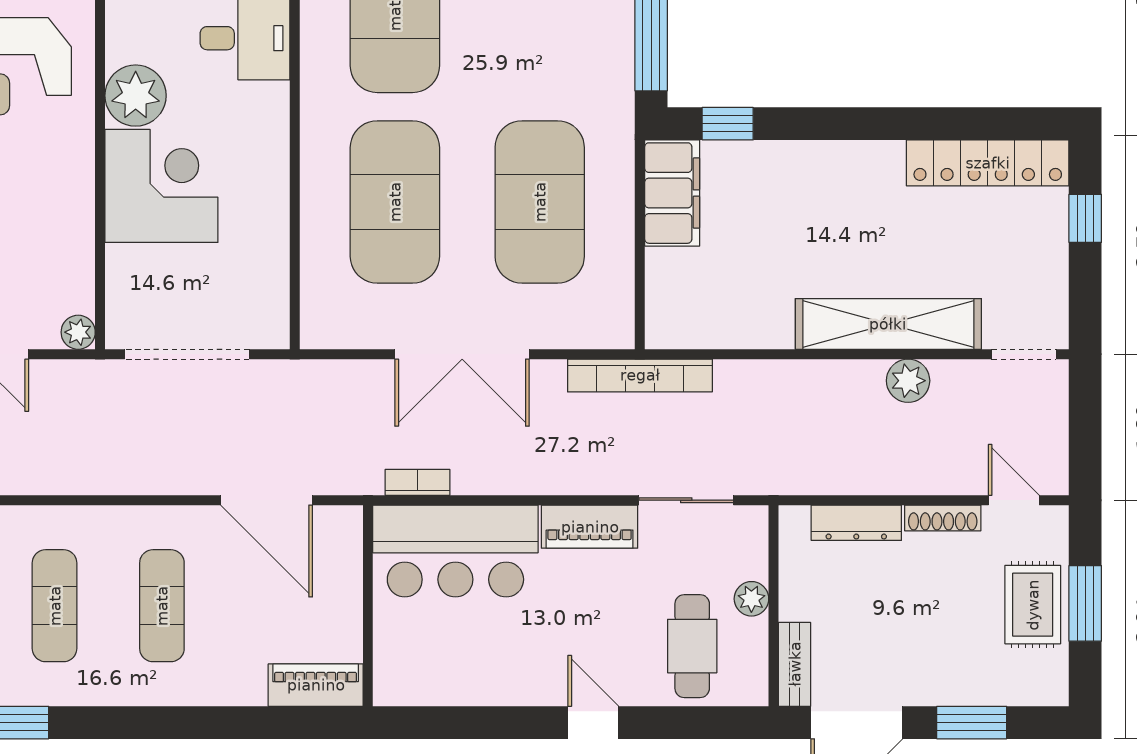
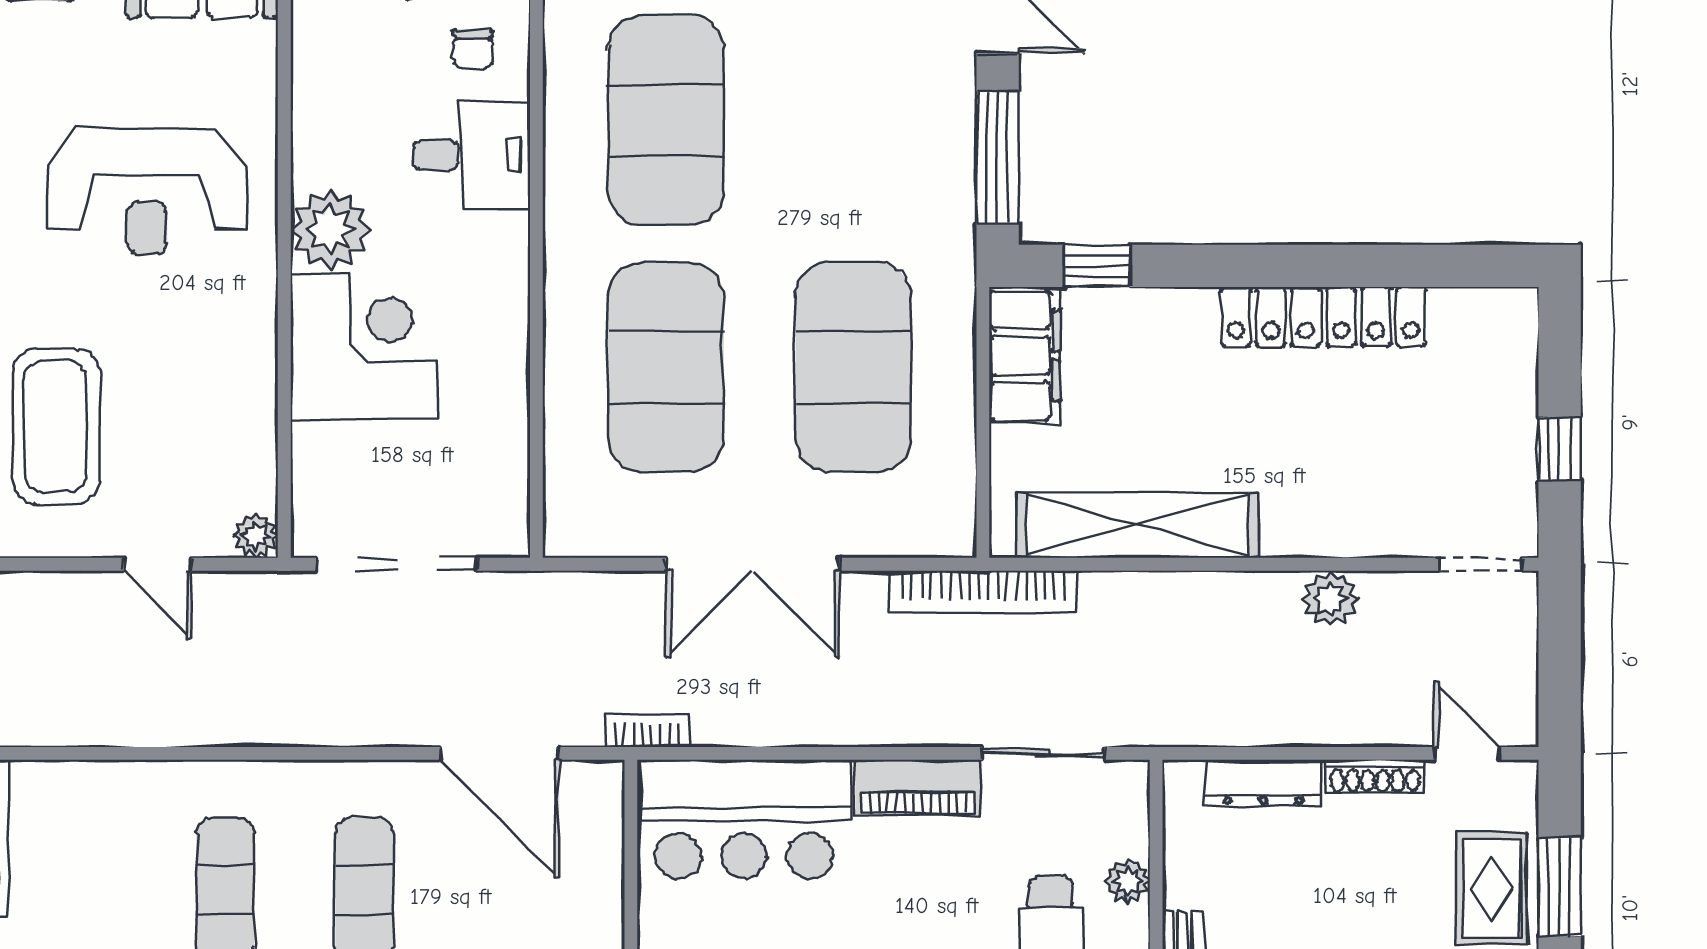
locker: (988, 163) -> (1323, 317), moved
window: (1085, 218) -> (1560, 449), moved
shelving: (888, 324) -> (1137, 525), moved
bookcase: (418, 482) -> (647, 730), moved

